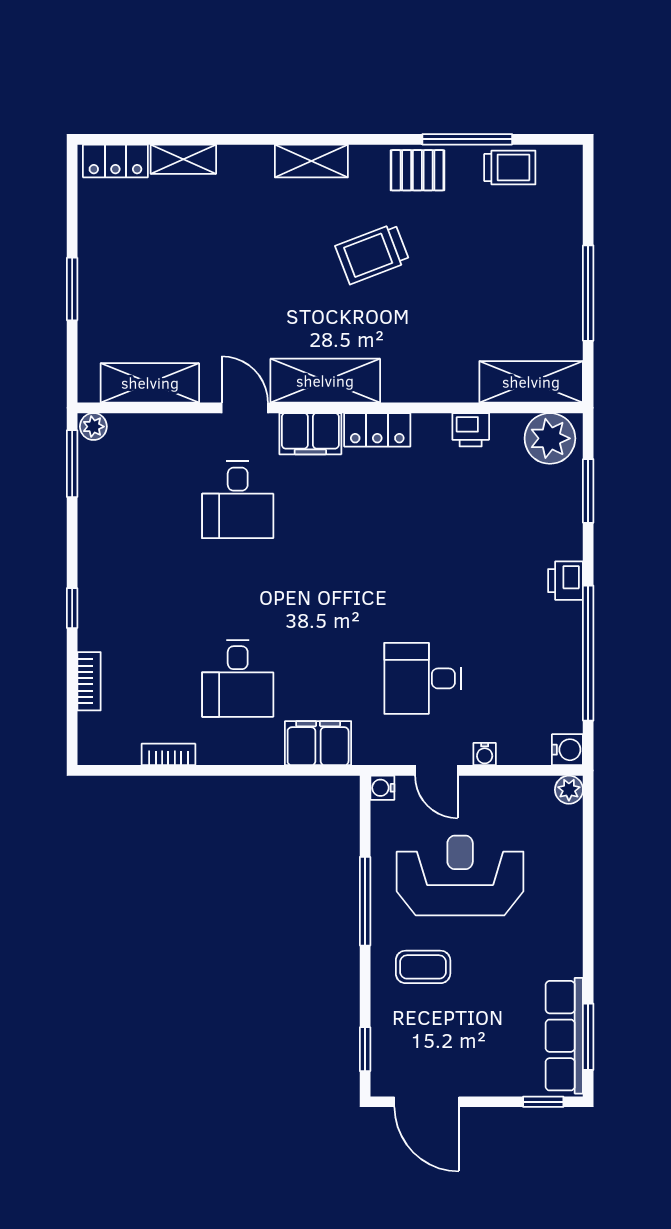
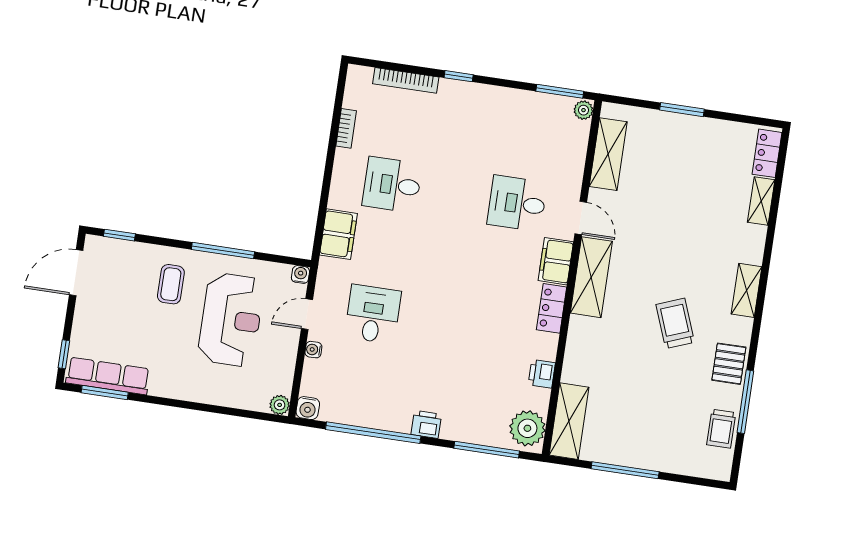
door: (245, 408) -> (581, 218), hinge flipped
window: (588, 491) -> (487, 450), width x1.44
bookcase: (89, 681) -> (406, 80), width x1.56

